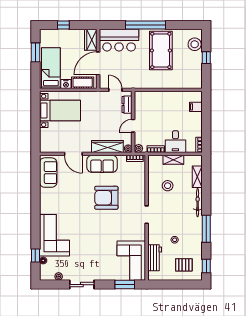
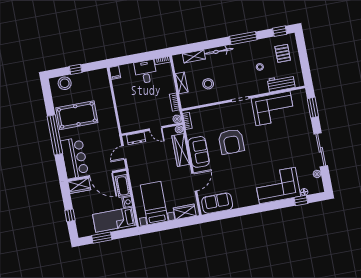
filing cabinet: (196, 107) -> (115, 73), moved
wardrobe: (46, 139) -> (185, 212), added
desk: (175, 142) -> (145, 72), moved, turned -90
corner sofa: (131, 261) -> (273, 108), moved
sliding door: (82, 285) -> (321, 150), width x1.37

